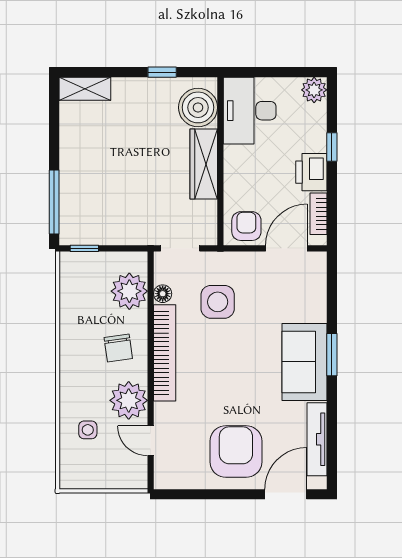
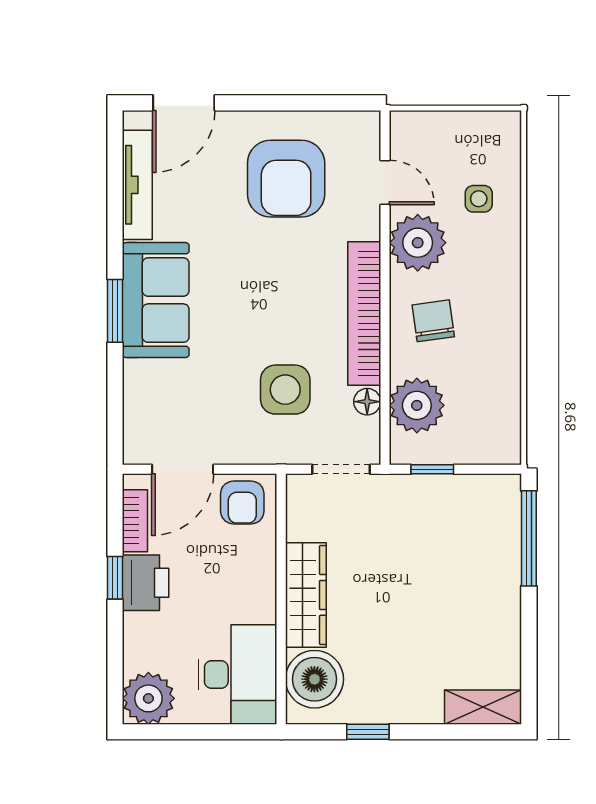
plant: (314, 90) -> (148, 698), width x1.36, depth x1.36
window: (332, 147) -> (115, 578), moved
window: (84, 248) -> (432, 469), moved
armchair: (236, 451) -> (286, 179), moved

